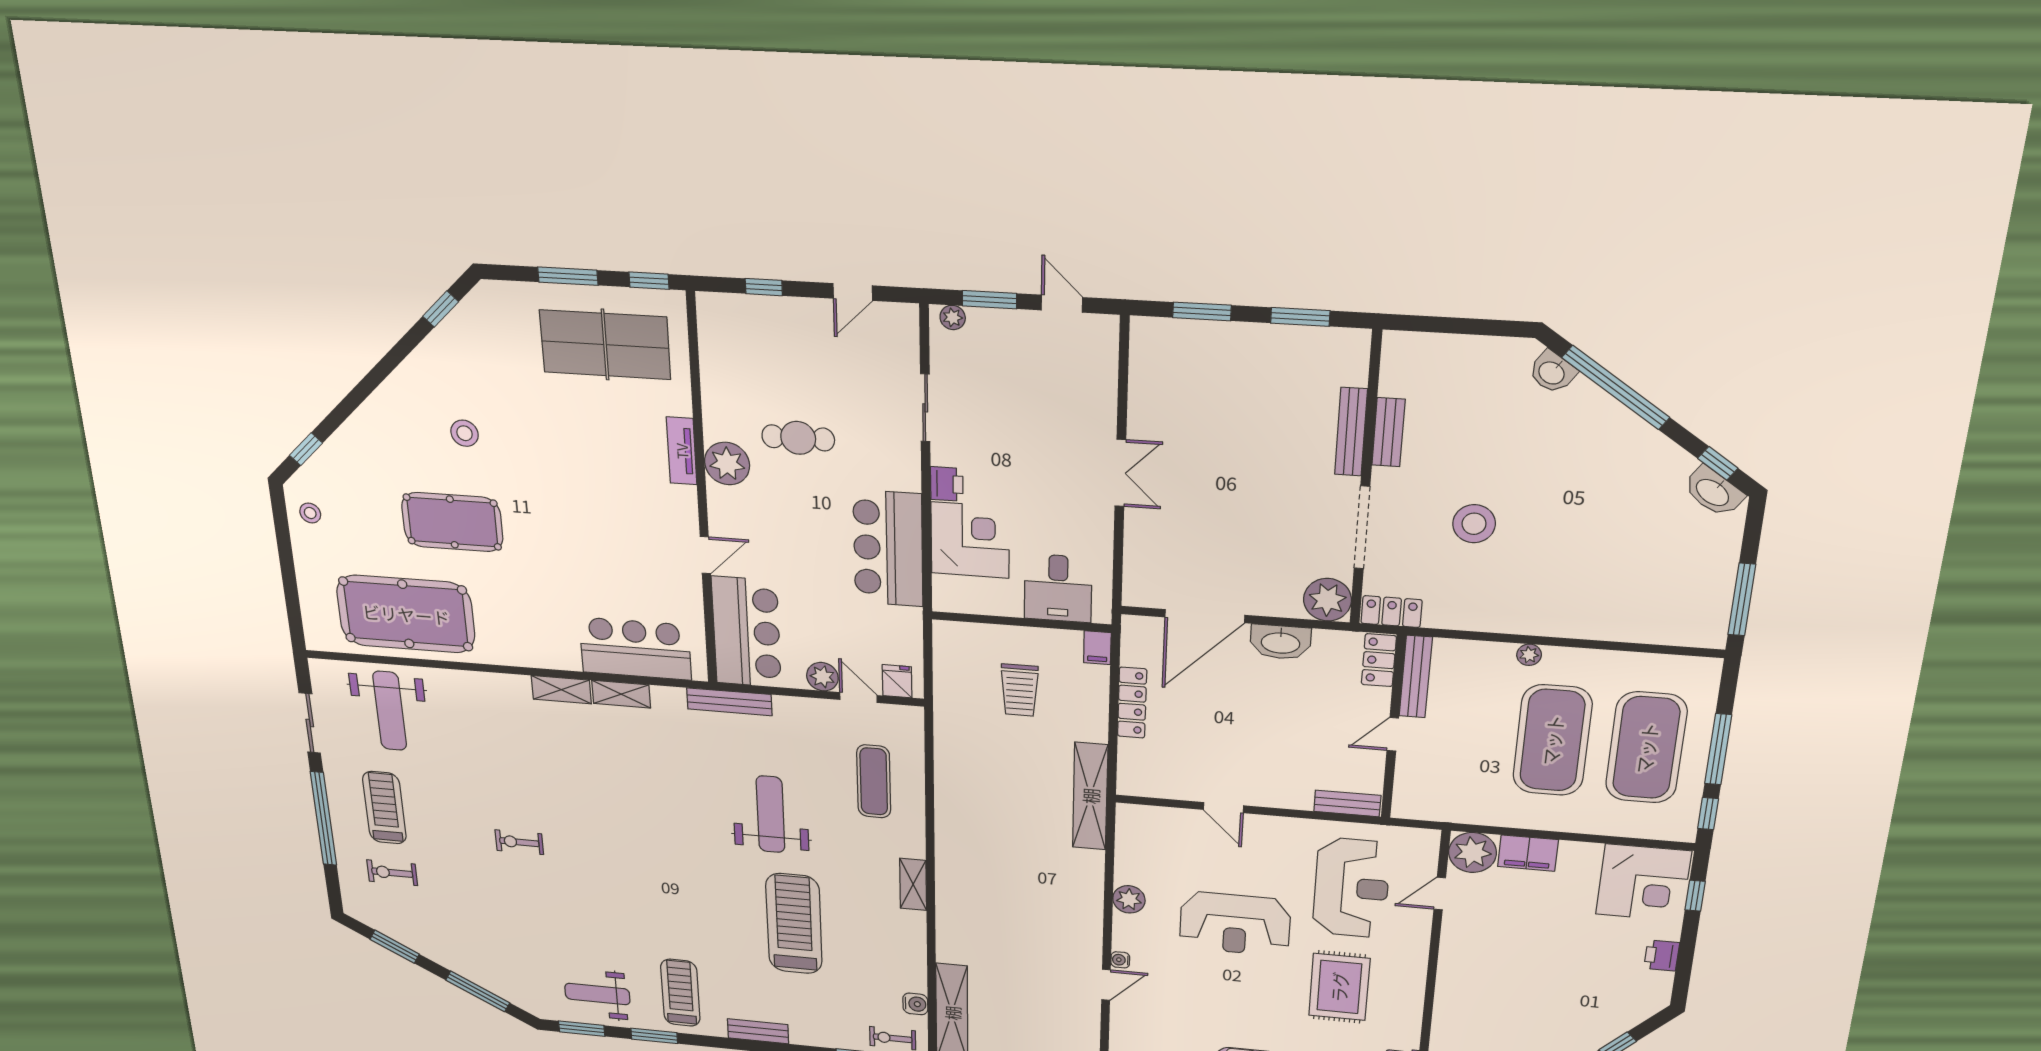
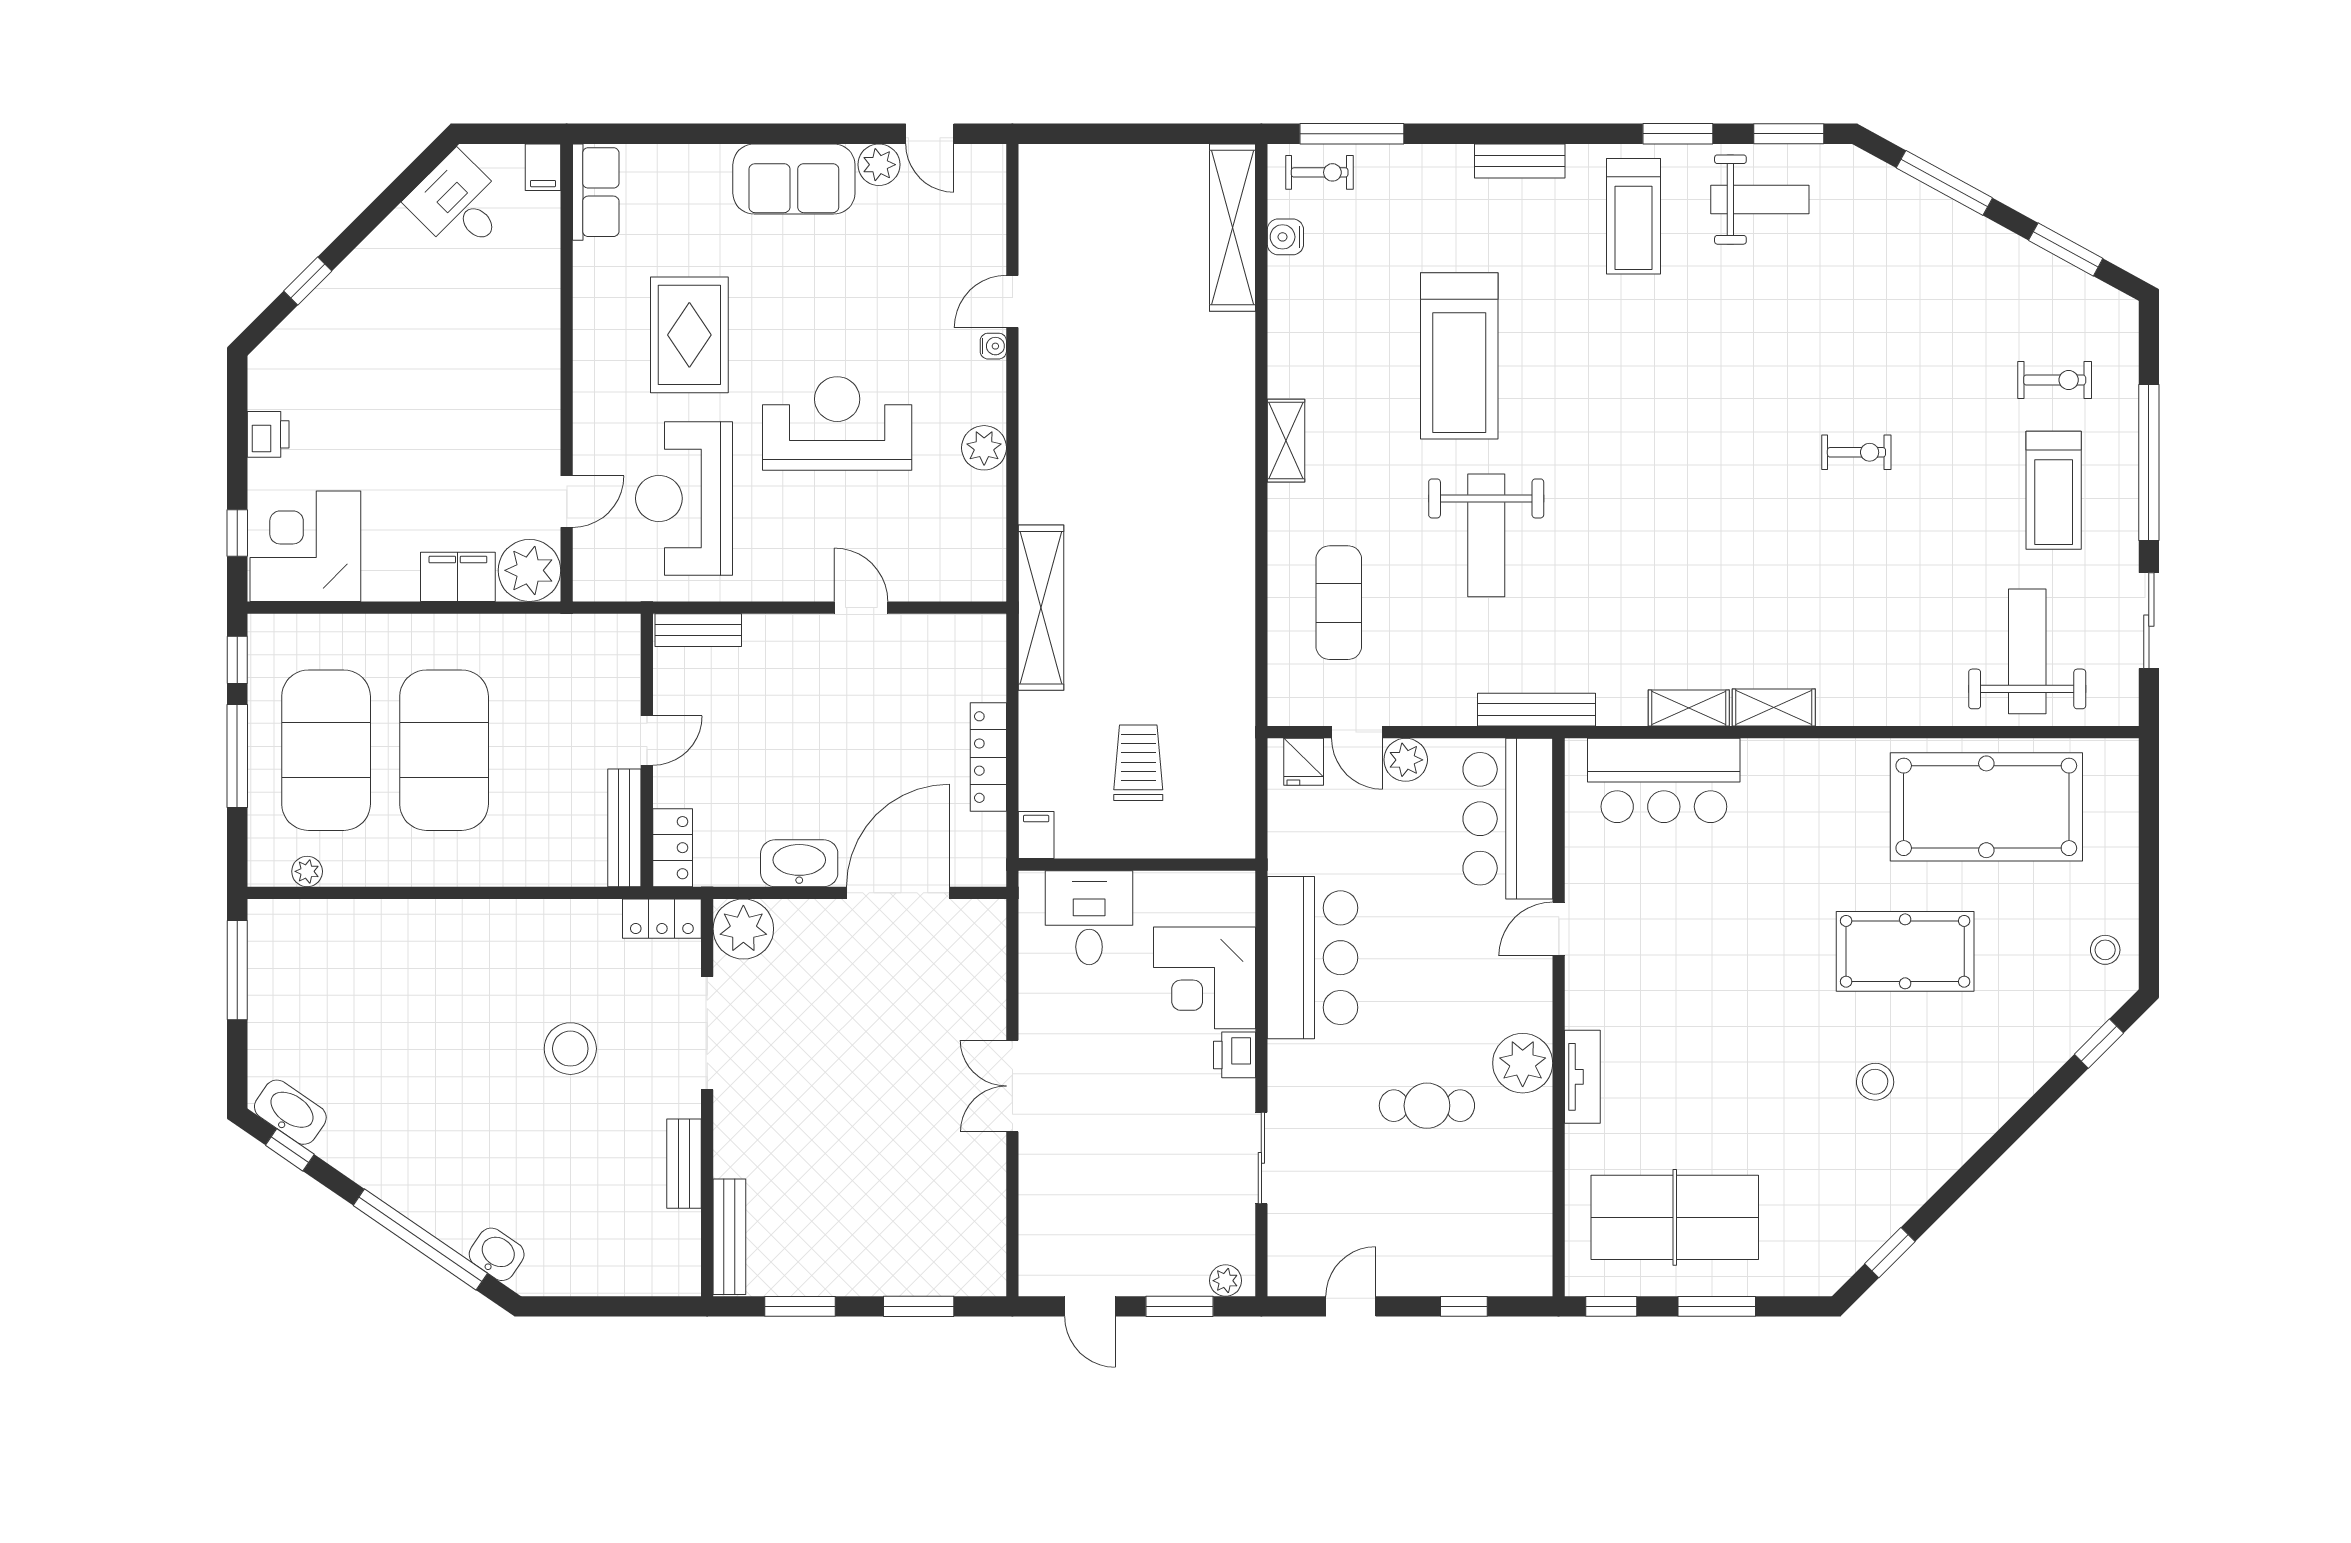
bench: (1351, 432) -> (729, 1237), moved
plant: (1529, 655) -> (307, 871), moved

